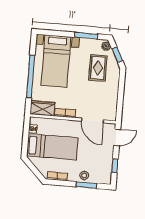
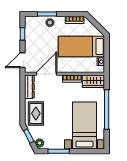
rug: (98, 68) -> (36, 113), moved
dresser: (112, 108) -> (29, 87), added
door: (92, 120) -> (46, 74), hinge flipped

